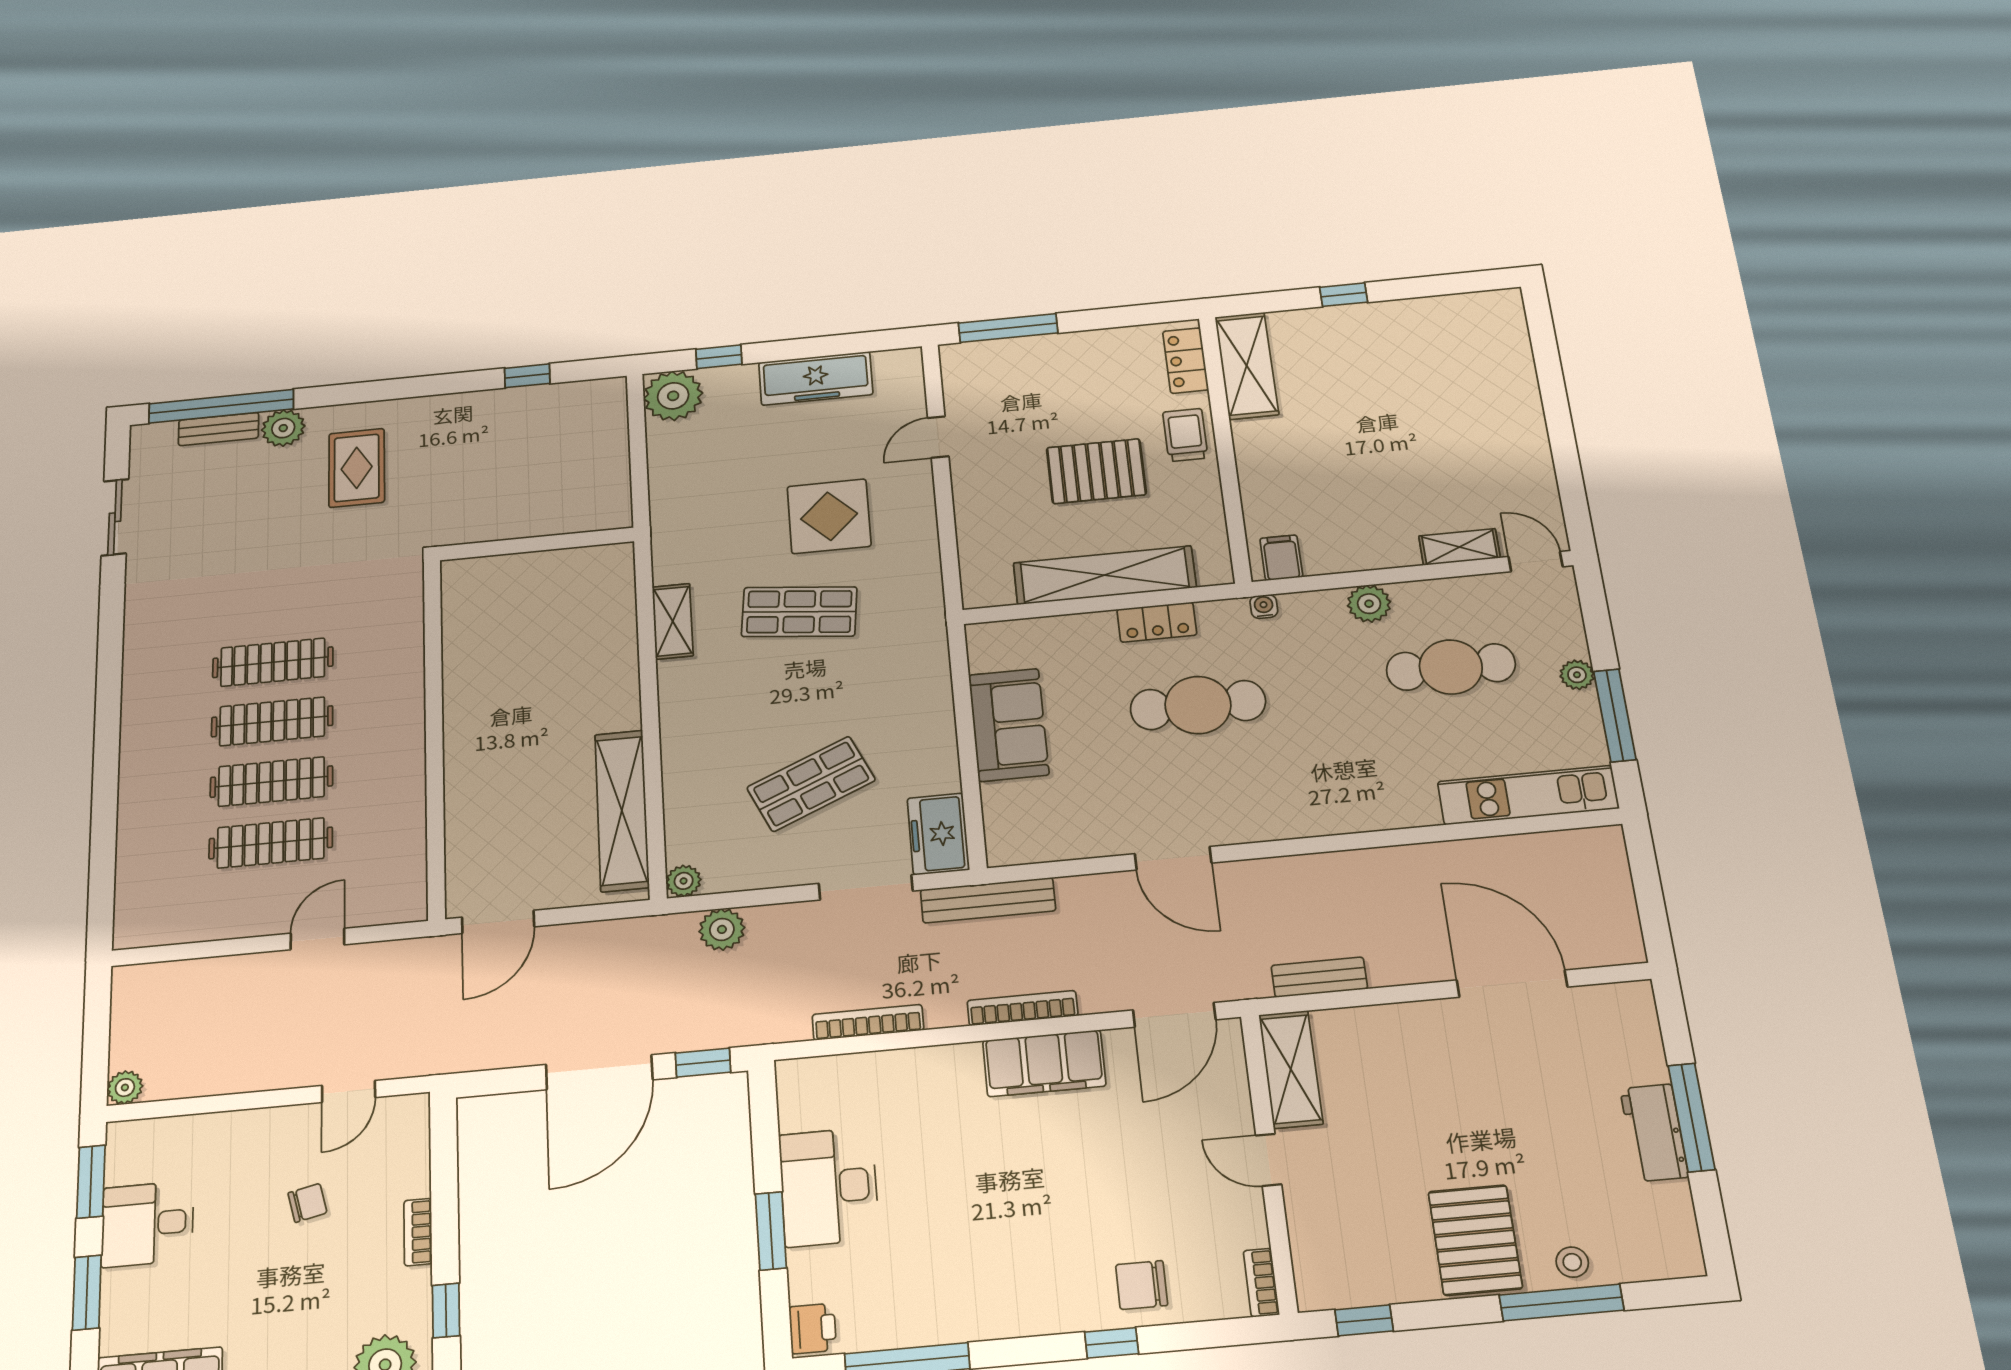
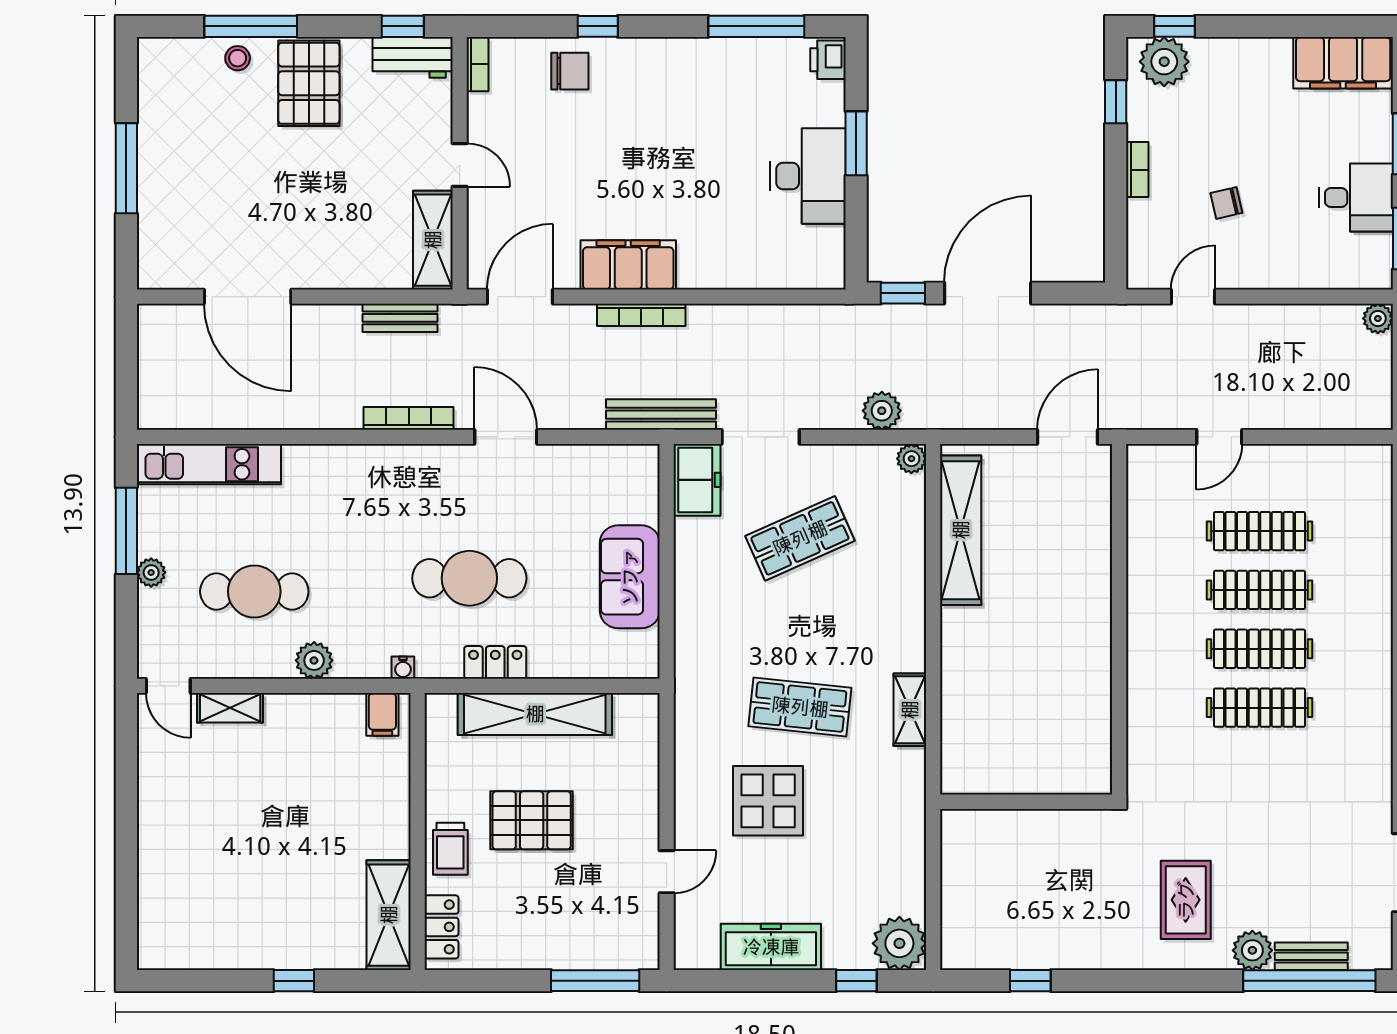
bookcase: (868, 1022) -> (409, 418), moved, turned 180
workbench: (1654, 1133) -> (412, 57), moved, turned 90

